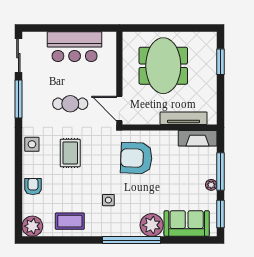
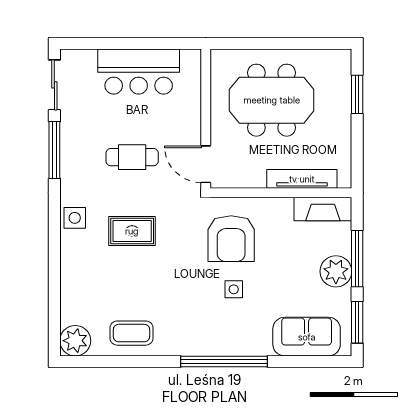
meeting table: (163, 66) -> (272, 100), turned 90
rug: (70, 153) -> (132, 231), turned 90
armchair: (136, 158) -> (231, 239), turned -92
plant: (211, 185) -> (336, 271), width x1.87, depth x1.87
armchair: (33, 187) -> (76, 281), removed
side table: (108, 200) -> (234, 289), moved
plant: (152, 225) -> (254, 339), removed

